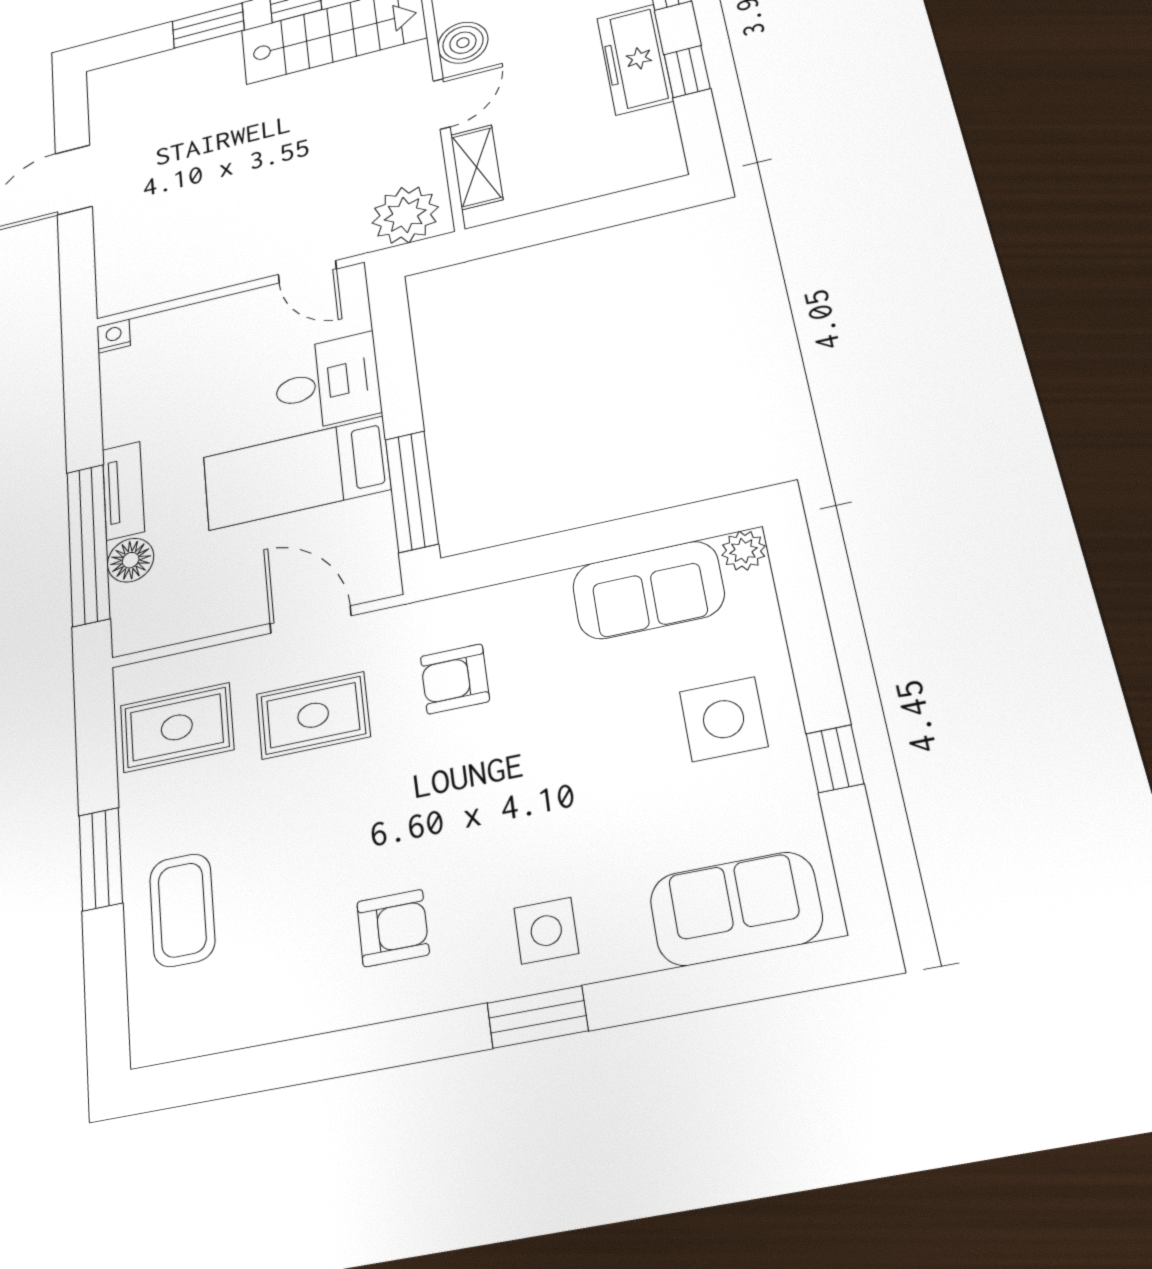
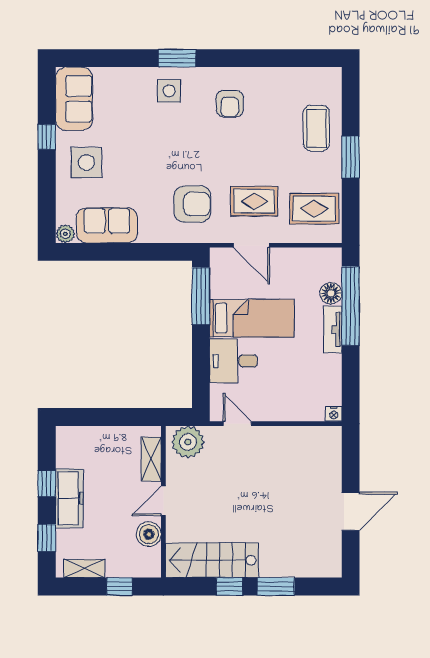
armchair: (455, 679) -> (192, 204), width x1.38, depth x1.38
sofa: (736, 909) -> (74, 99), moved, turned -90
armchair: (393, 928) -> (230, 104), turned -90

